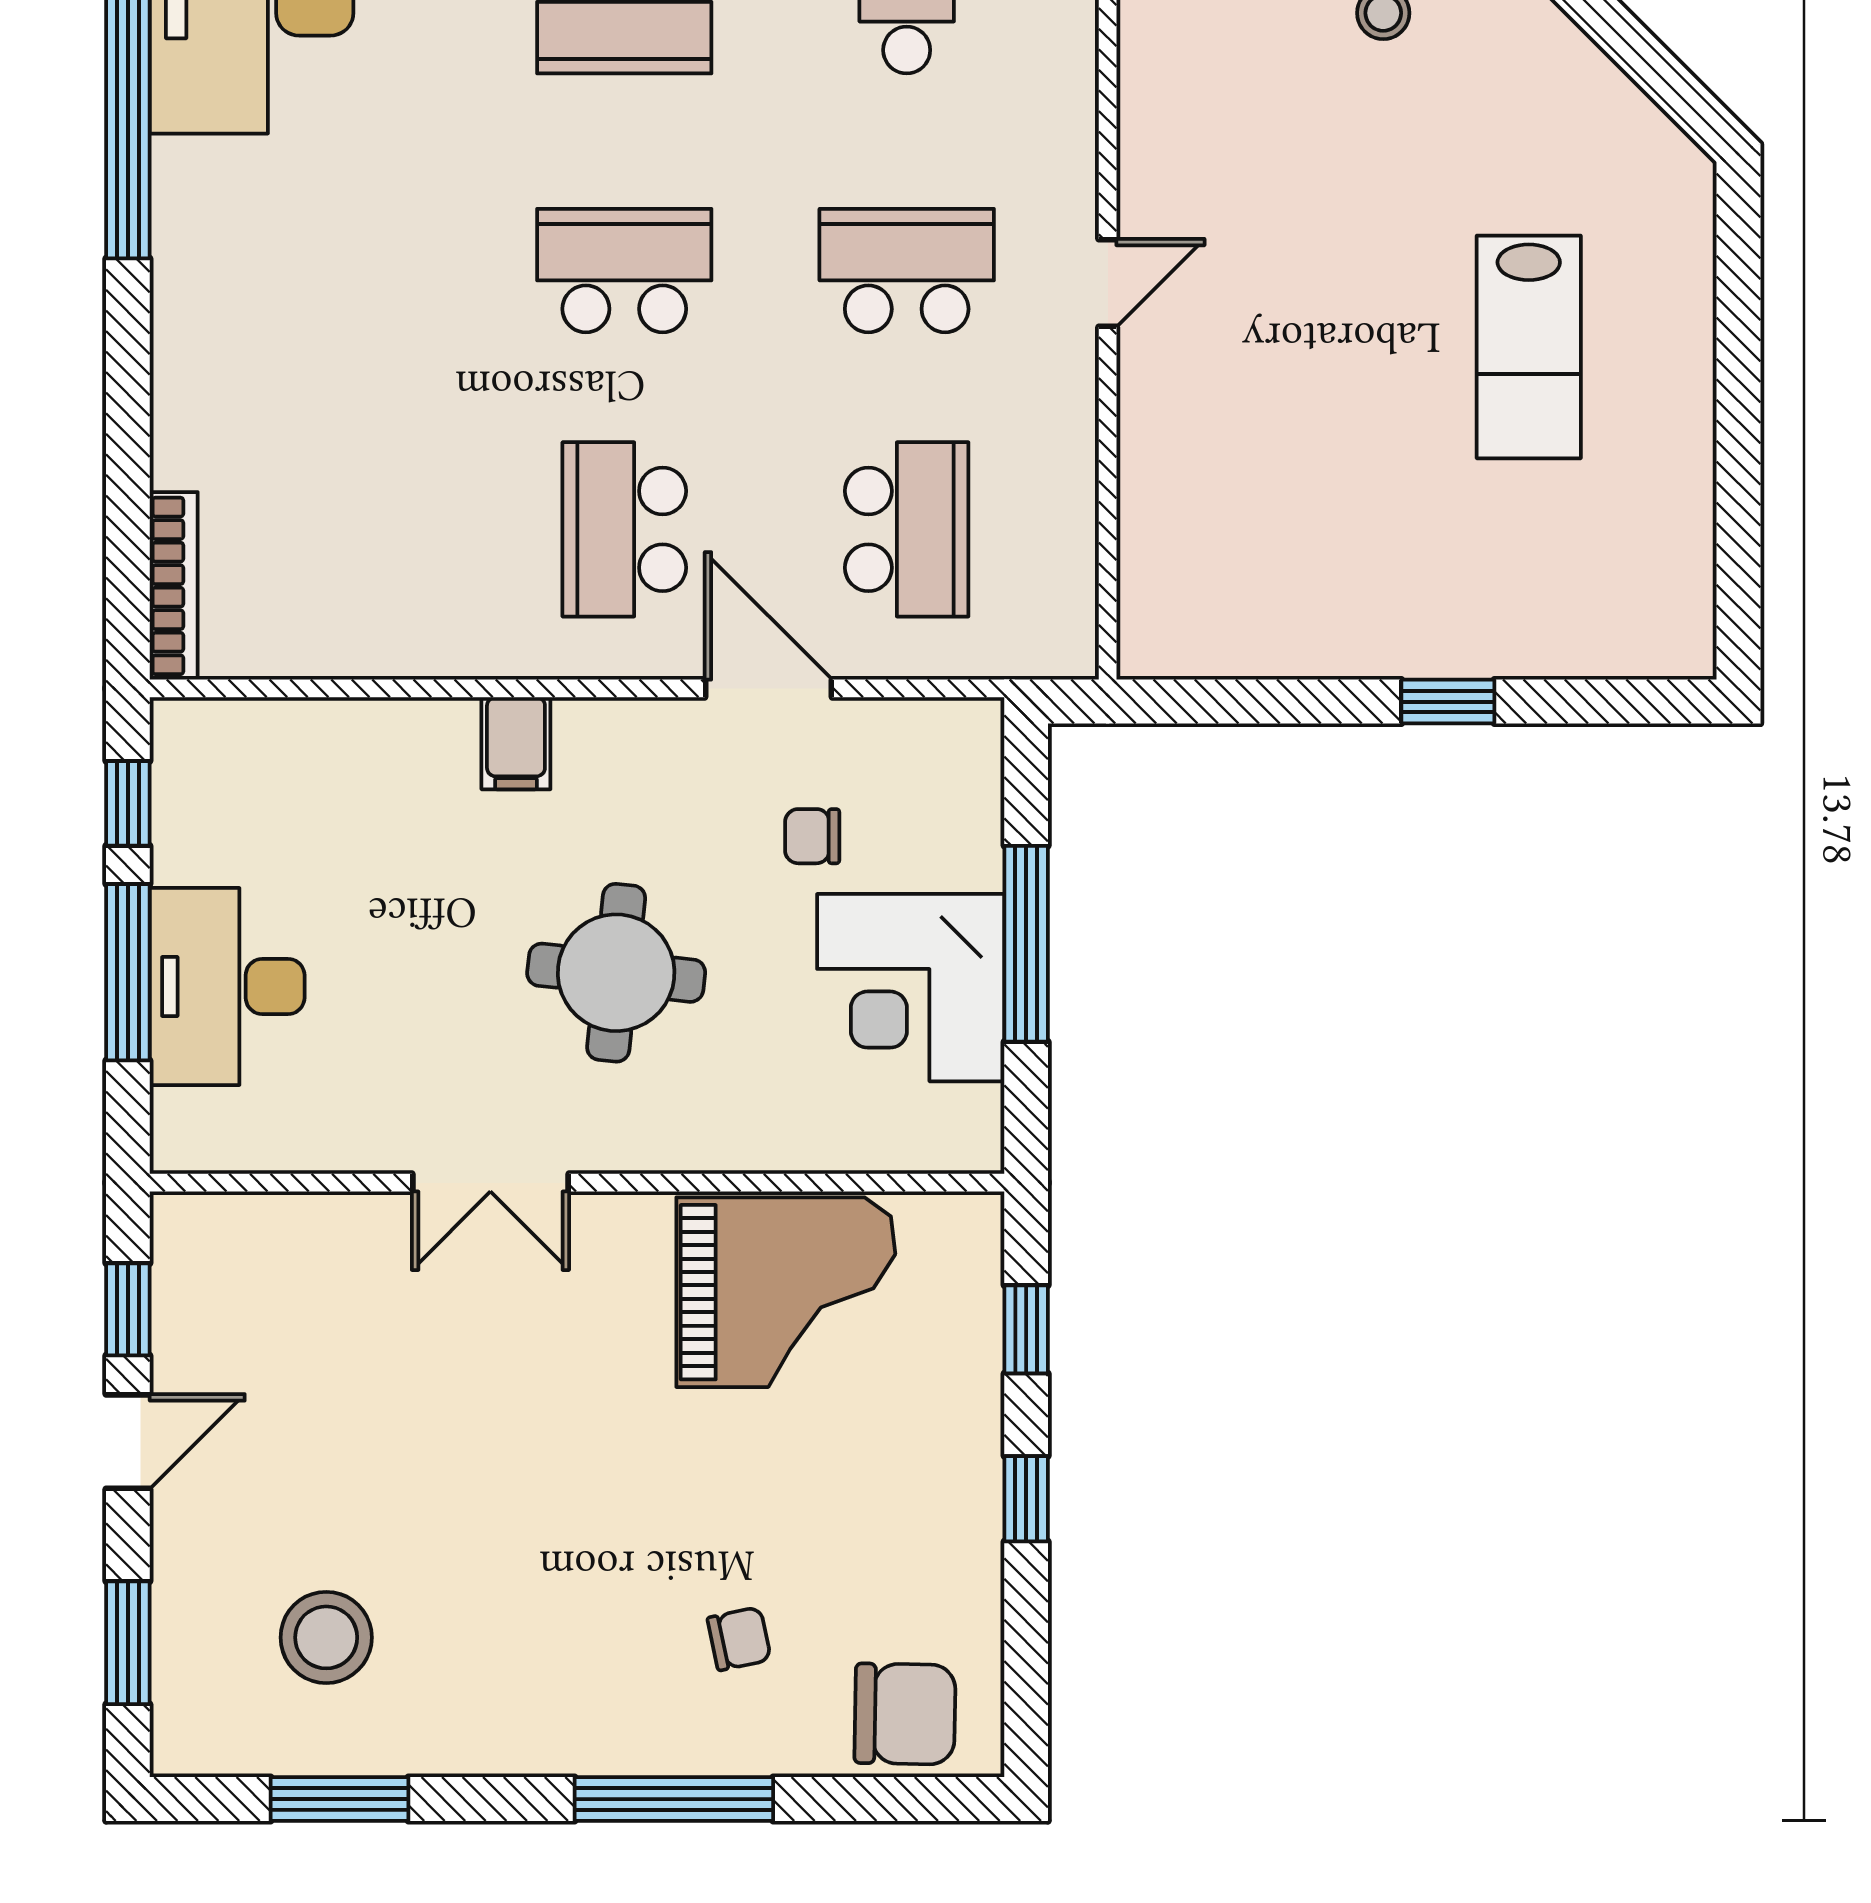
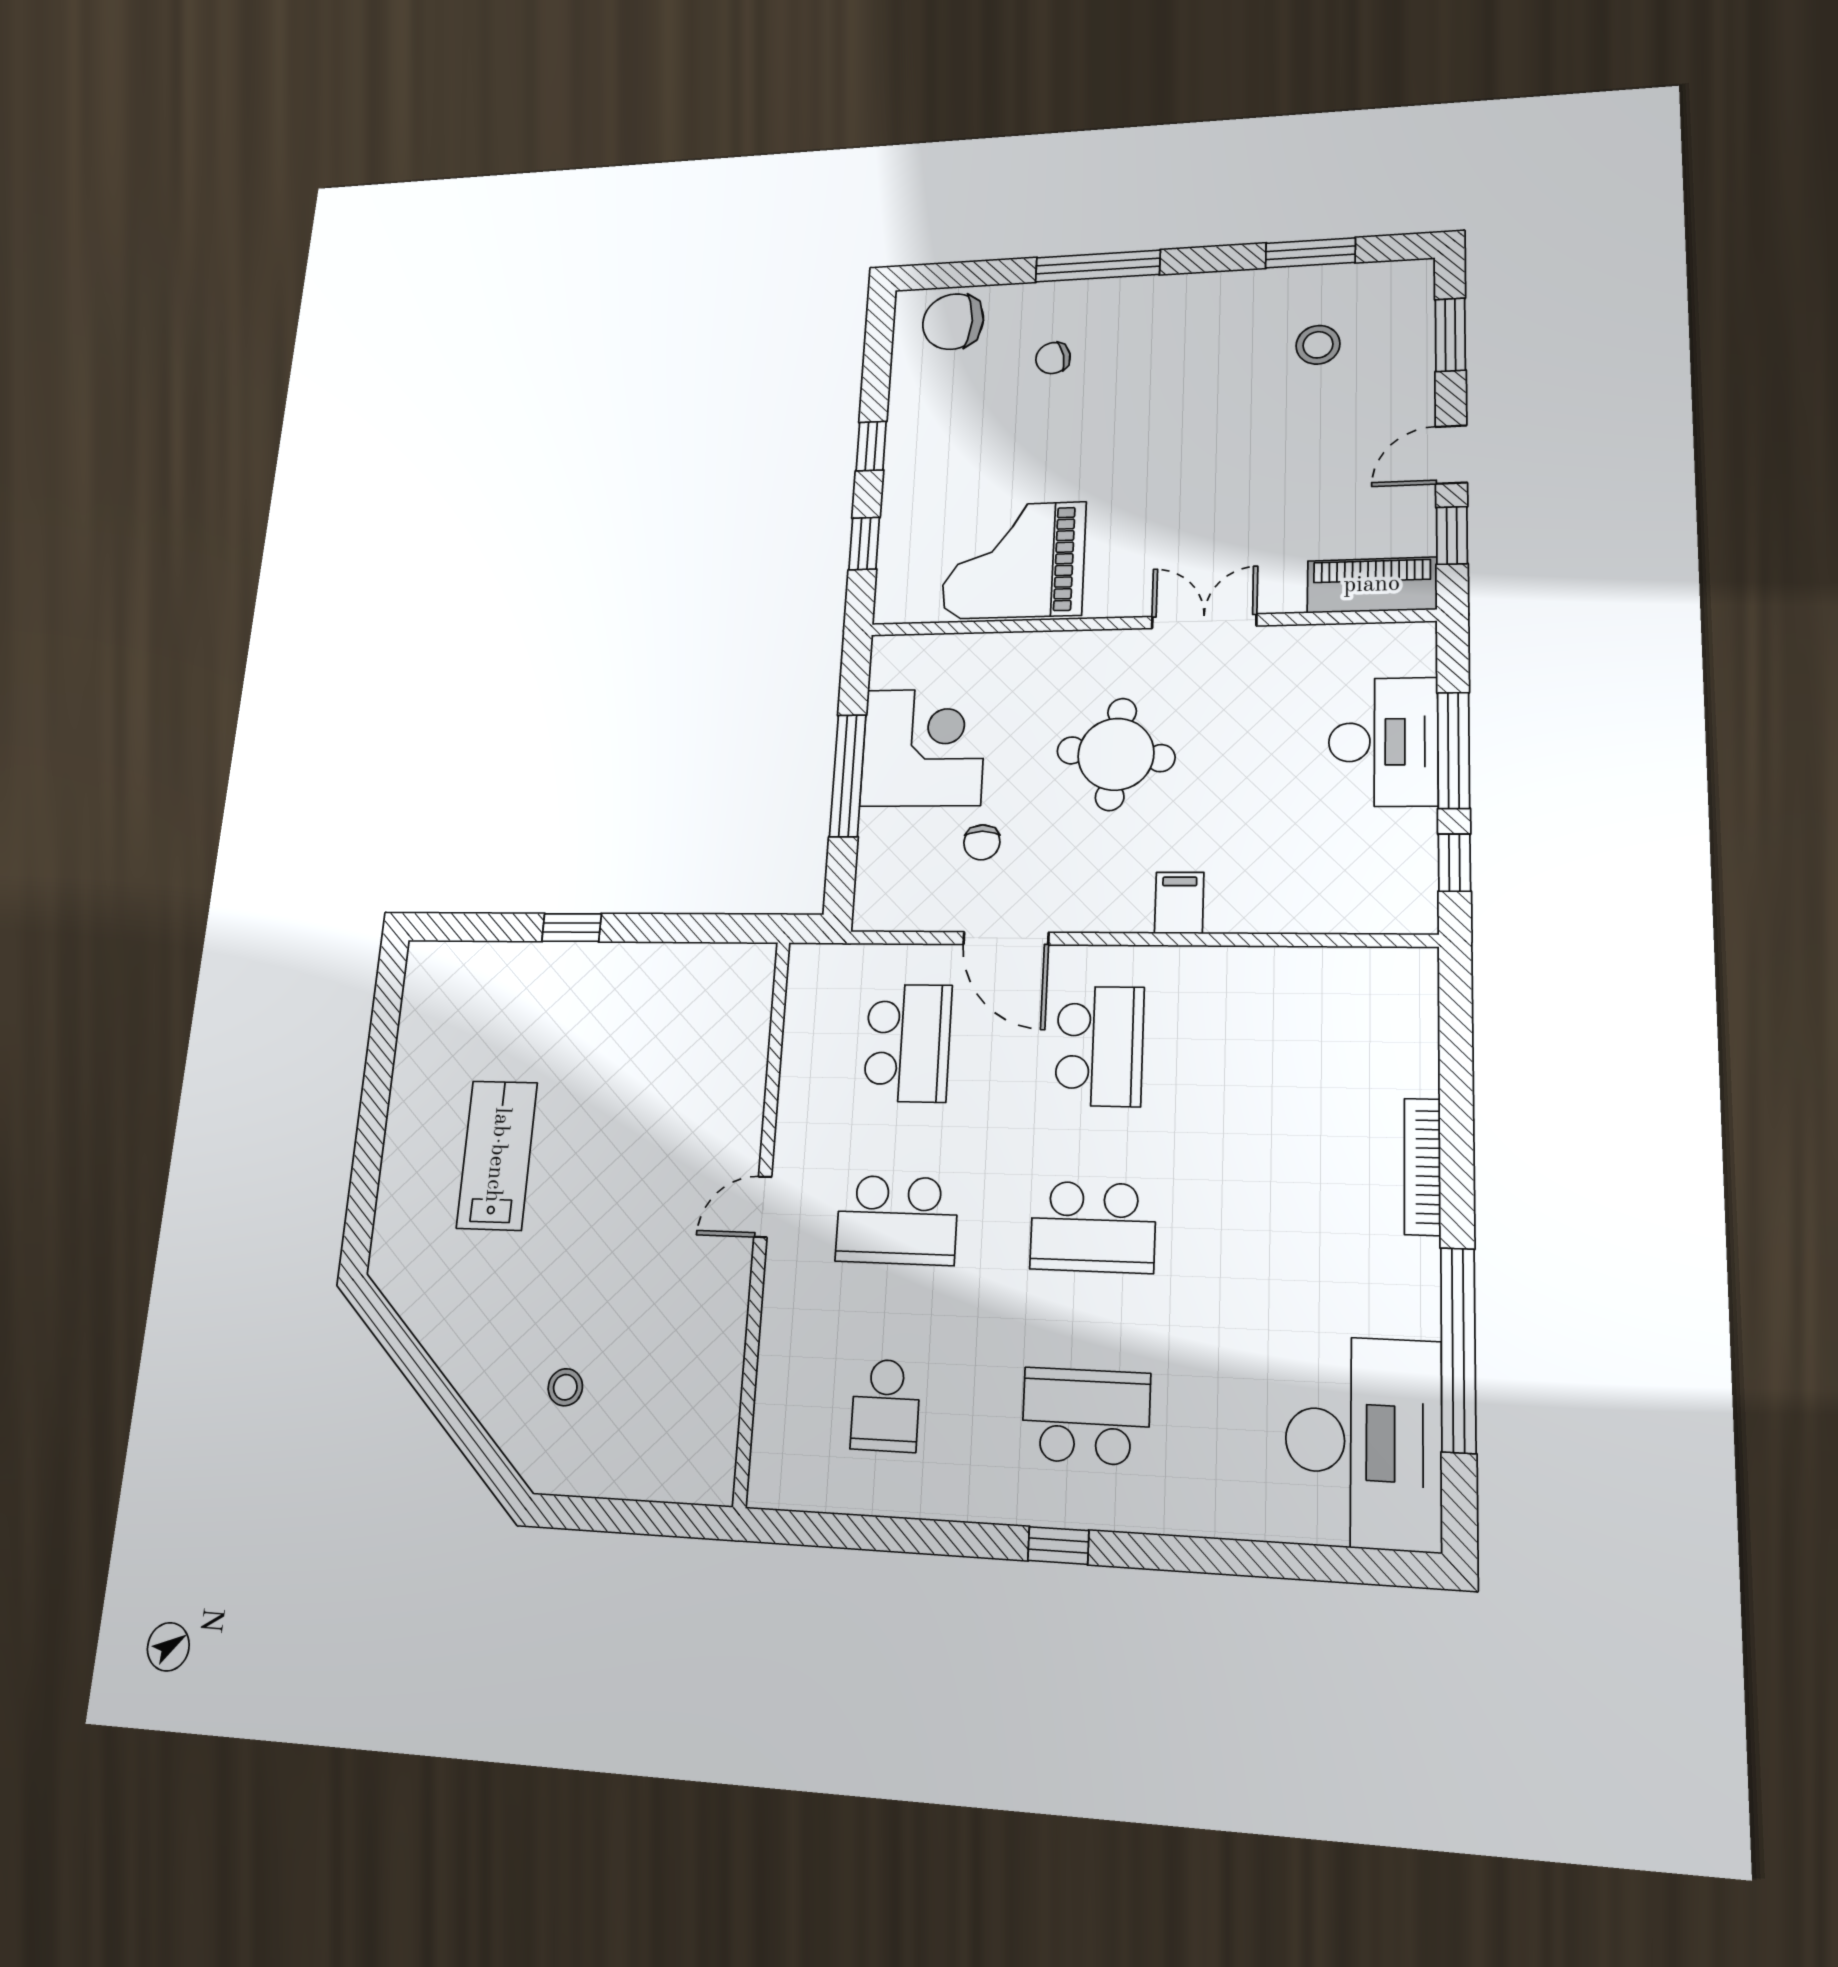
school desk: (907, 529) -> (908, 1043), turned 180
bookcase: (174, 586) -> (1422, 1167), moved
chair: (812, 836) -> (982, 842), turned 90
piano: (244, 1233) -> (1372, 585), added
stool: (326, 1637) -> (1318, 345), width x0.73, depth x0.73

